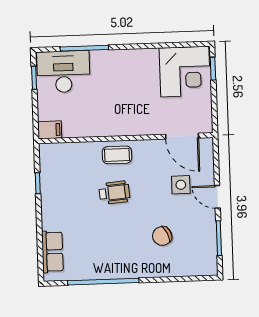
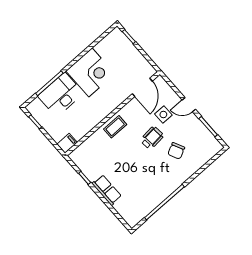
desk: (63, 72) -> (61, 95), moved
corner desk: (185, 72) -> (90, 72), moved
door: (182, 136) -> (142, 87), hinge flipped
wheelchair: (114, 193) -> (152, 138), moved
row of seats: (52, 252) -> (107, 190), moved

